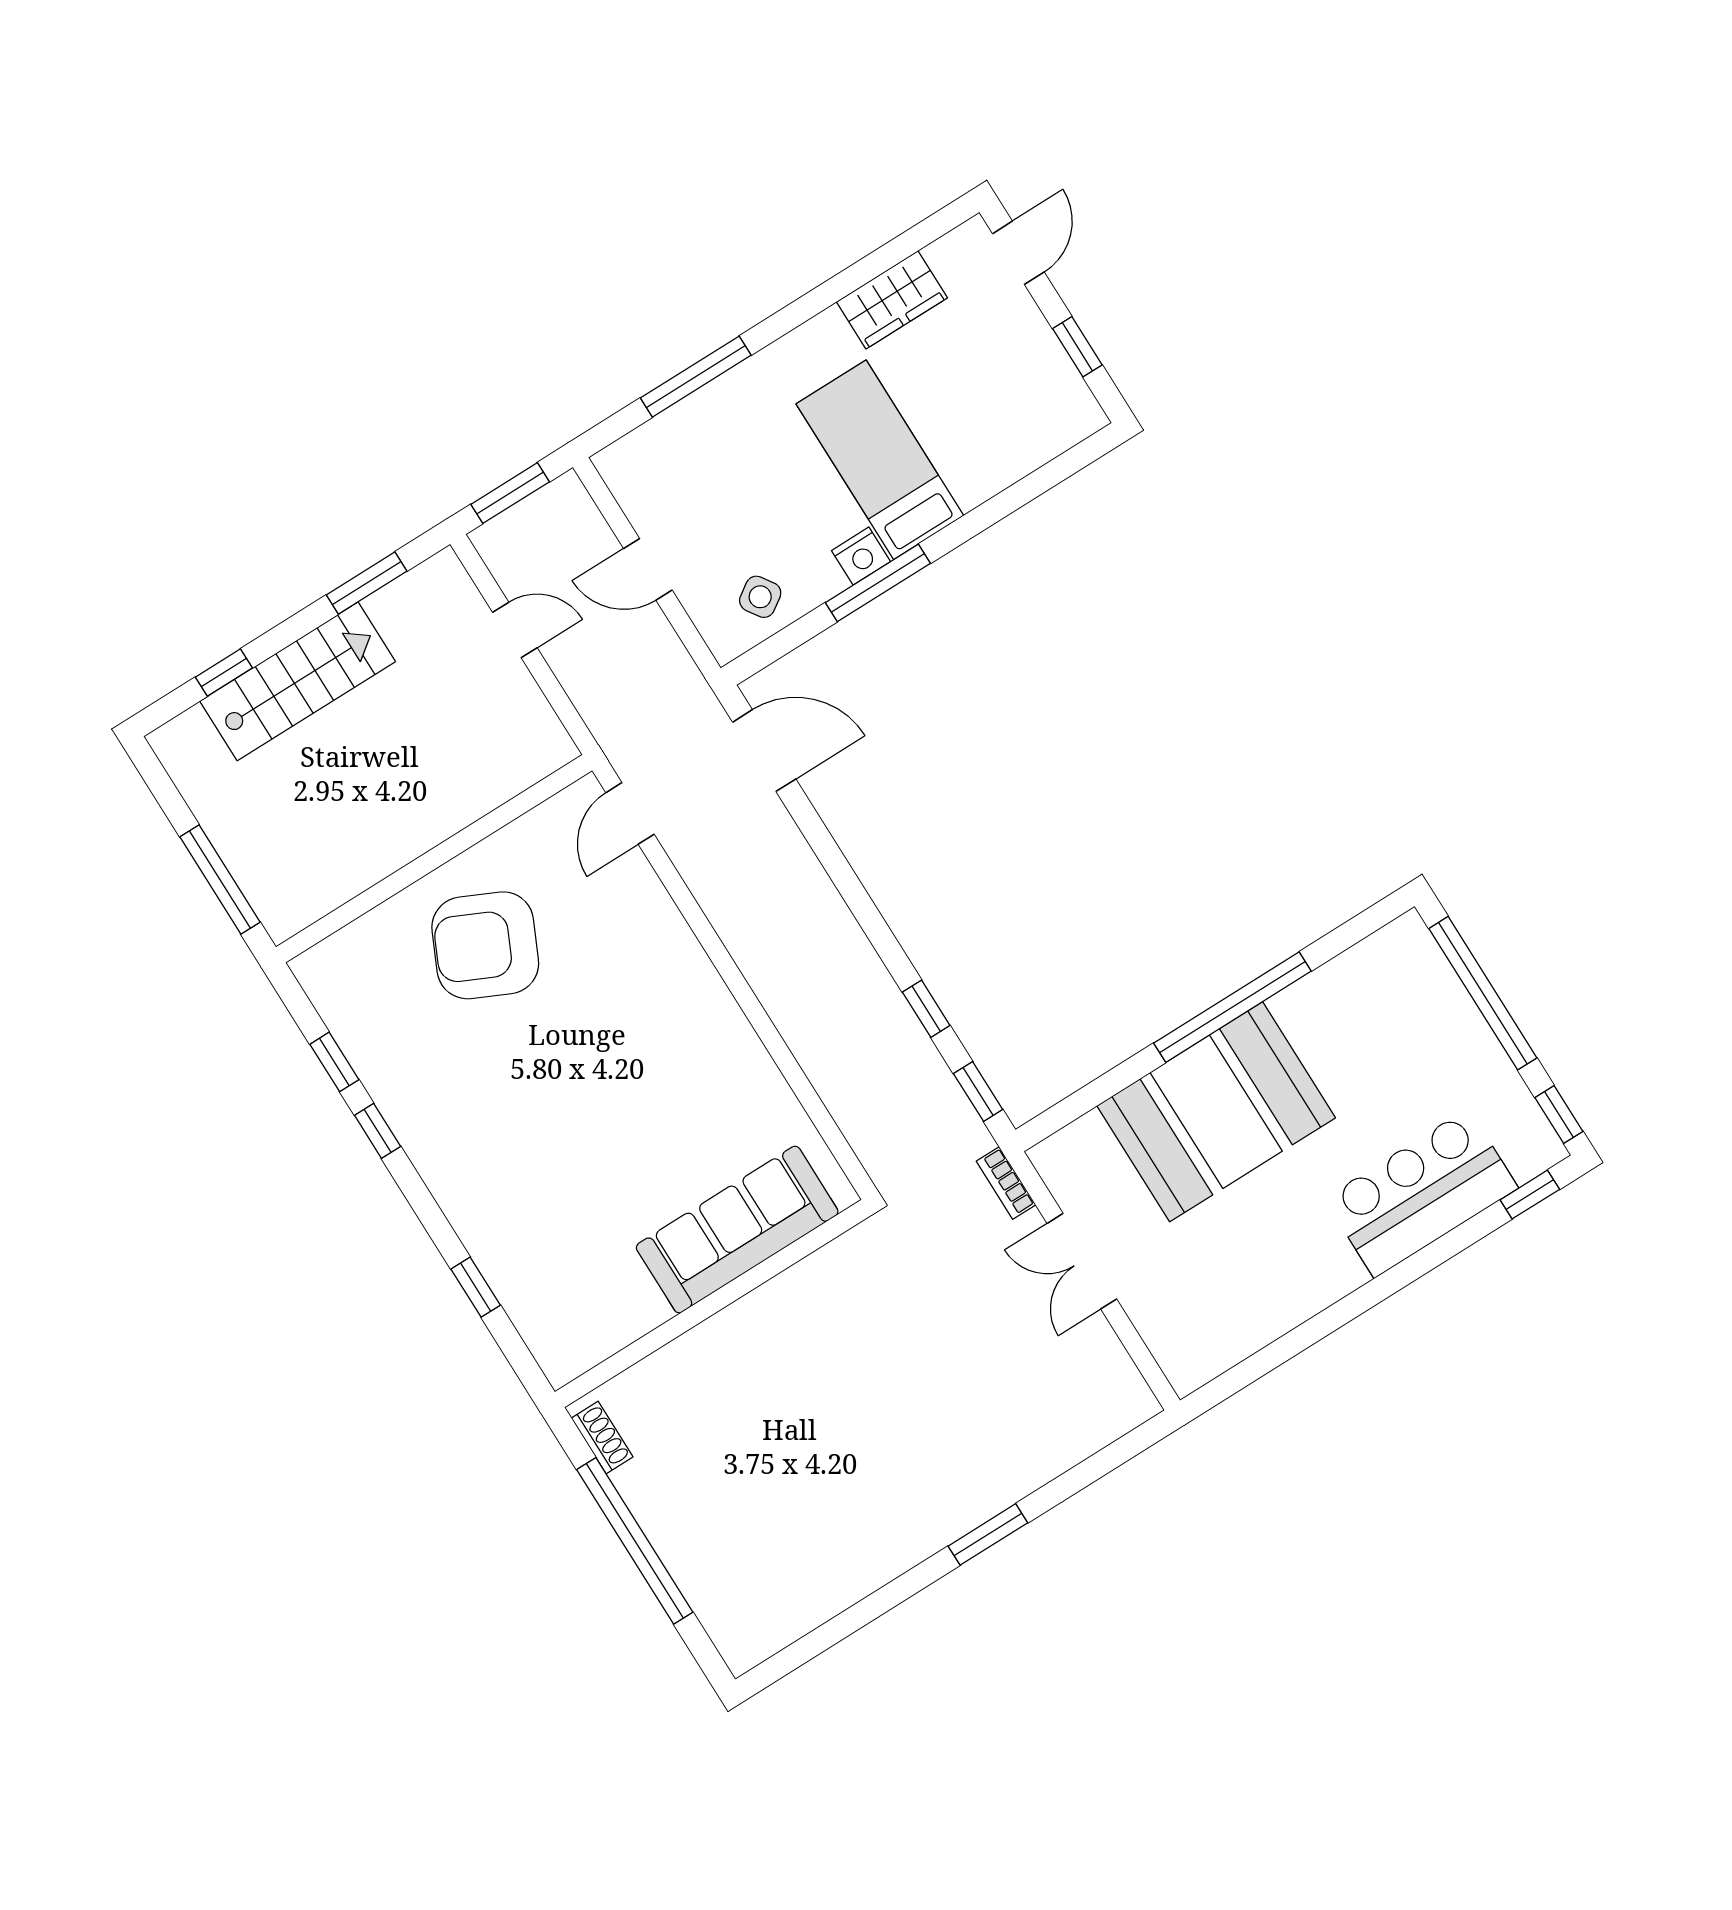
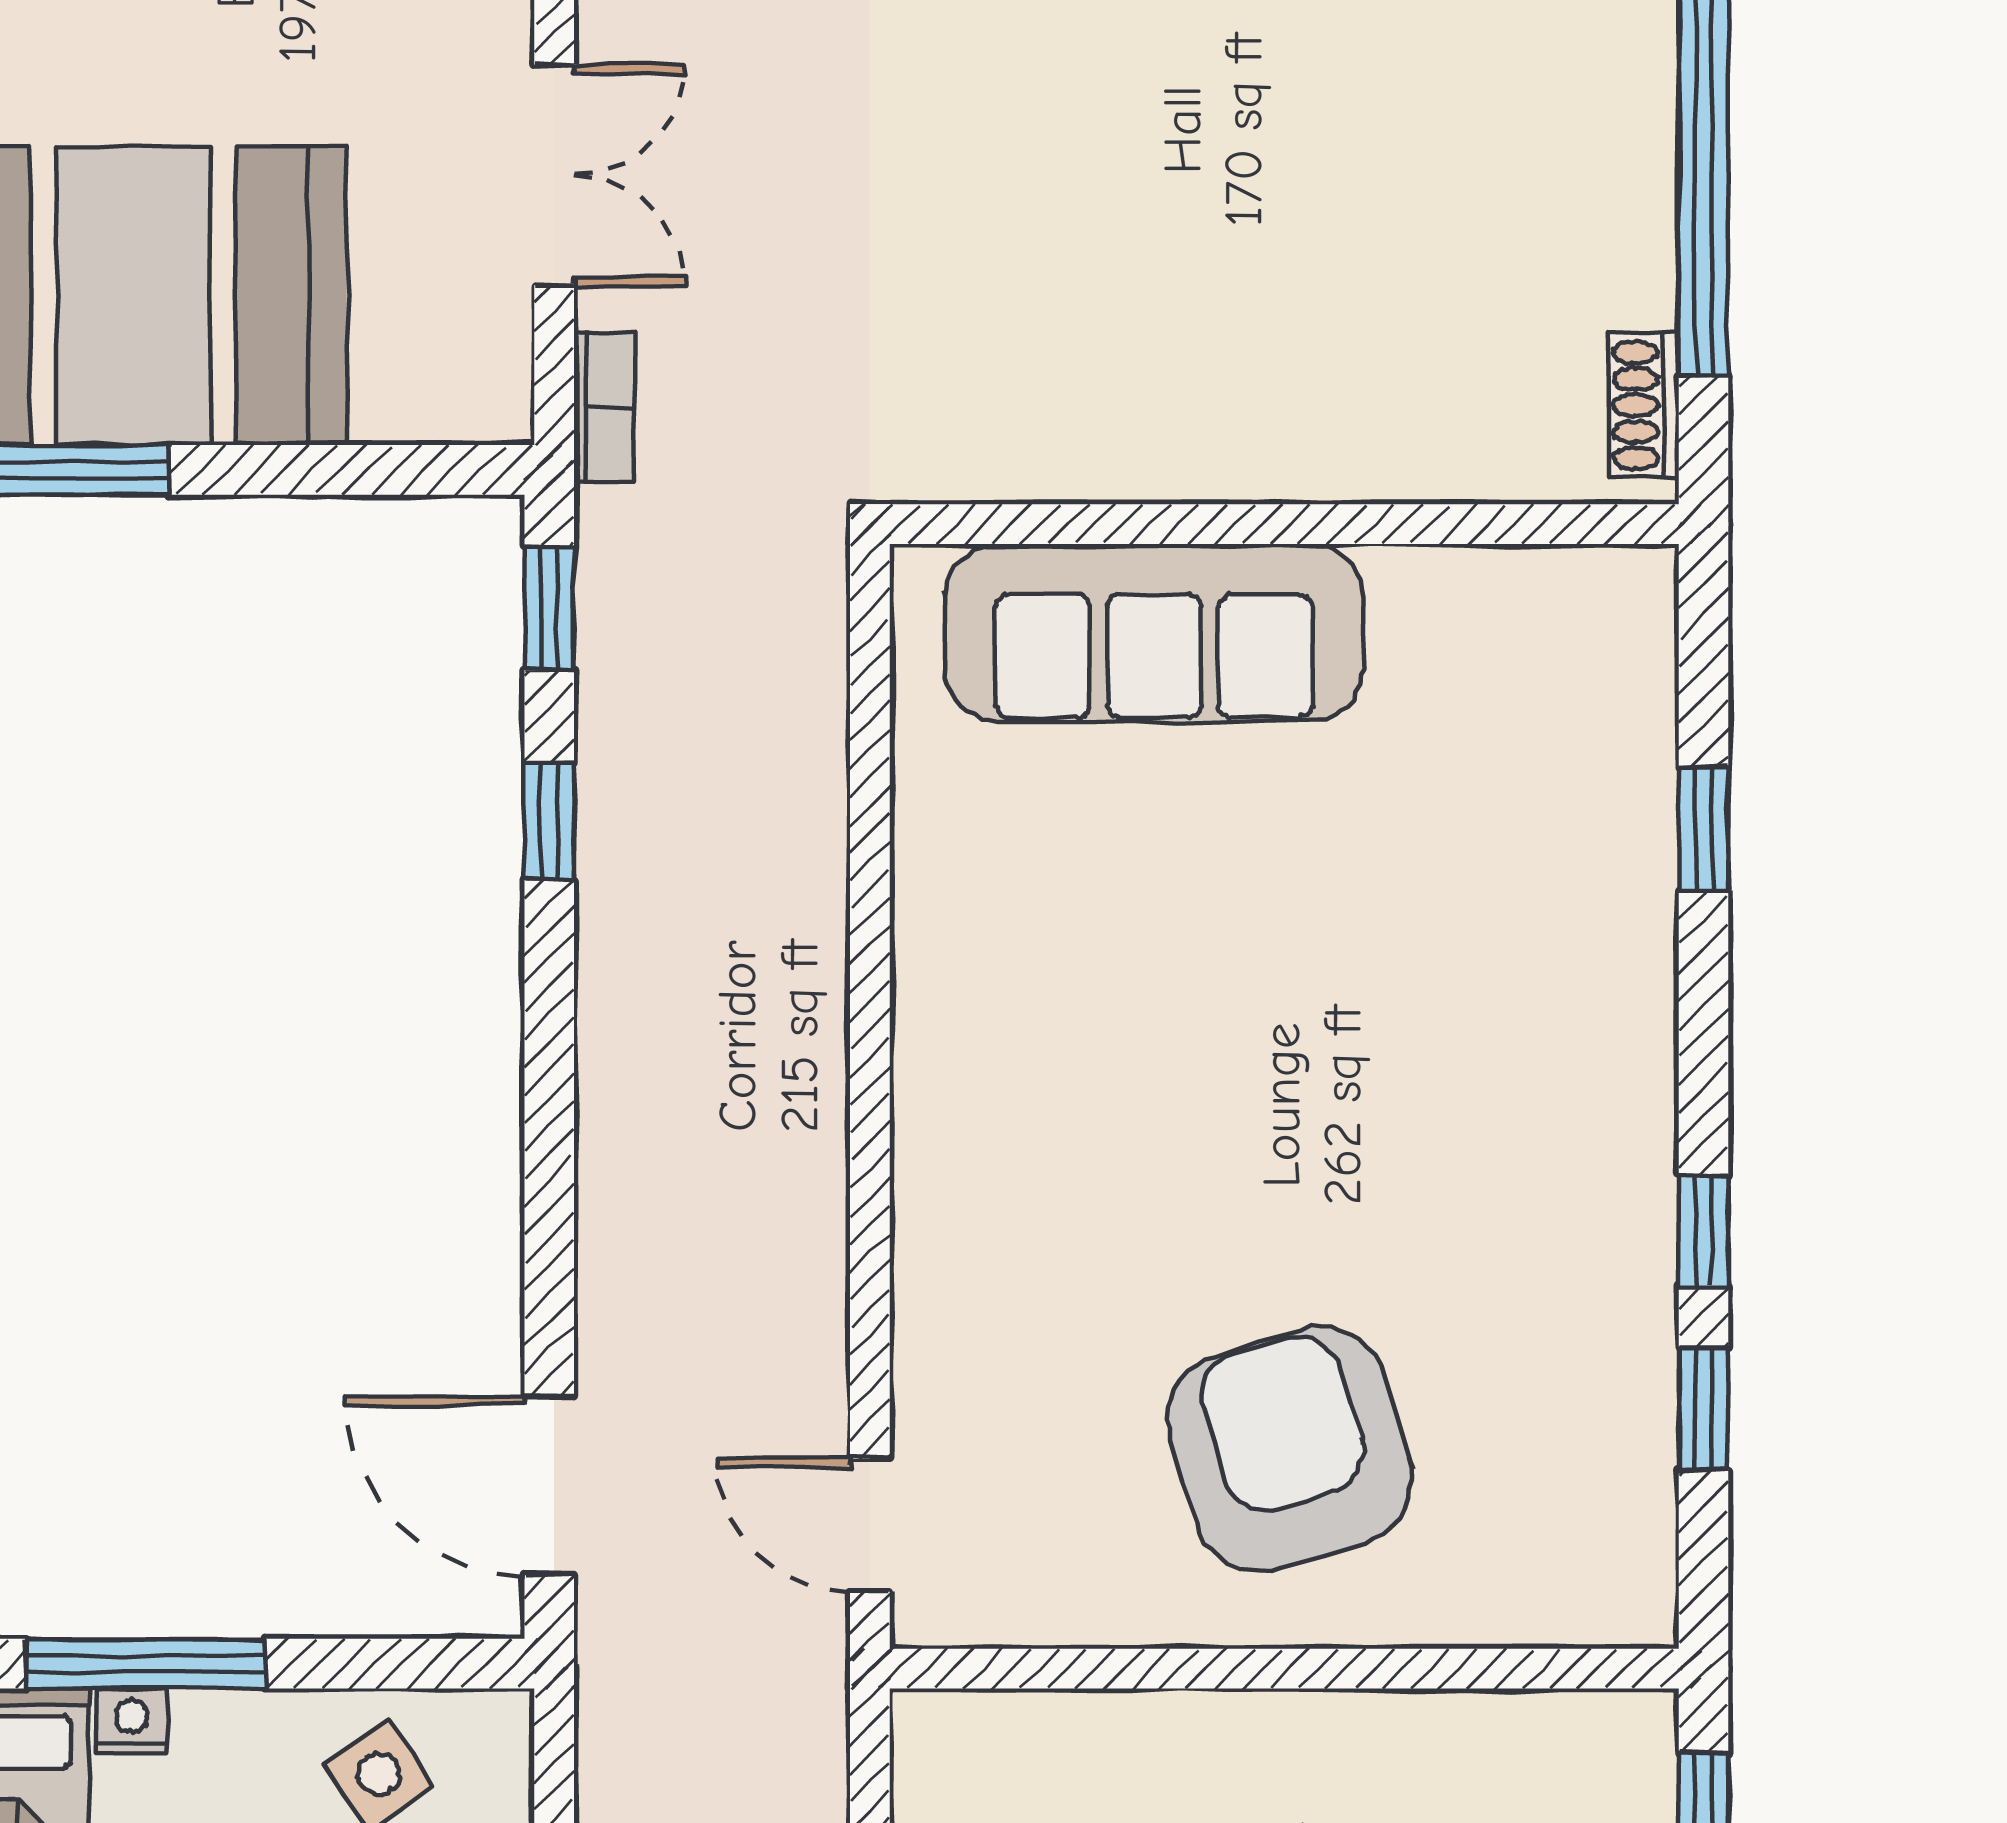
nightstand: (861, 556) -> (132, 1721), width x0.72, depth x0.74
door: (630, 813) -> (870, 1525), swing flipped
armchair: (485, 945) -> (1290, 1449), turned -132

